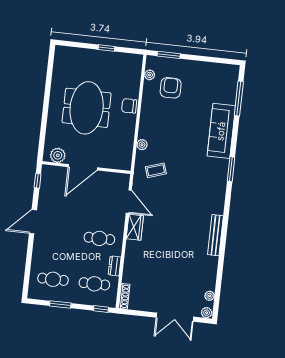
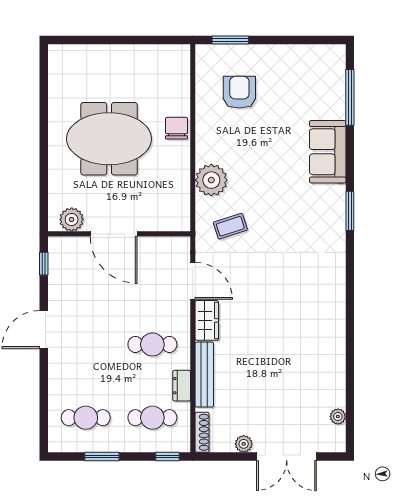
window: (106, 48) -> (130, 40), removed
plant: (150, 75) -> (204, 75), removed
chair: (129, 106) -> (177, 128), turned 90
meeting table: (87, 108) -> (109, 139), turned 90
sofa: (221, 131) -> (328, 152), width x0.73
plant: (142, 145) -> (211, 180), width x1.87, depth x1.87
door: (83, 167) -> (114, 234), hinge flipped
bench: (215, 235) -> (204, 375), moved
plant: (207, 313) -> (244, 444), moved

